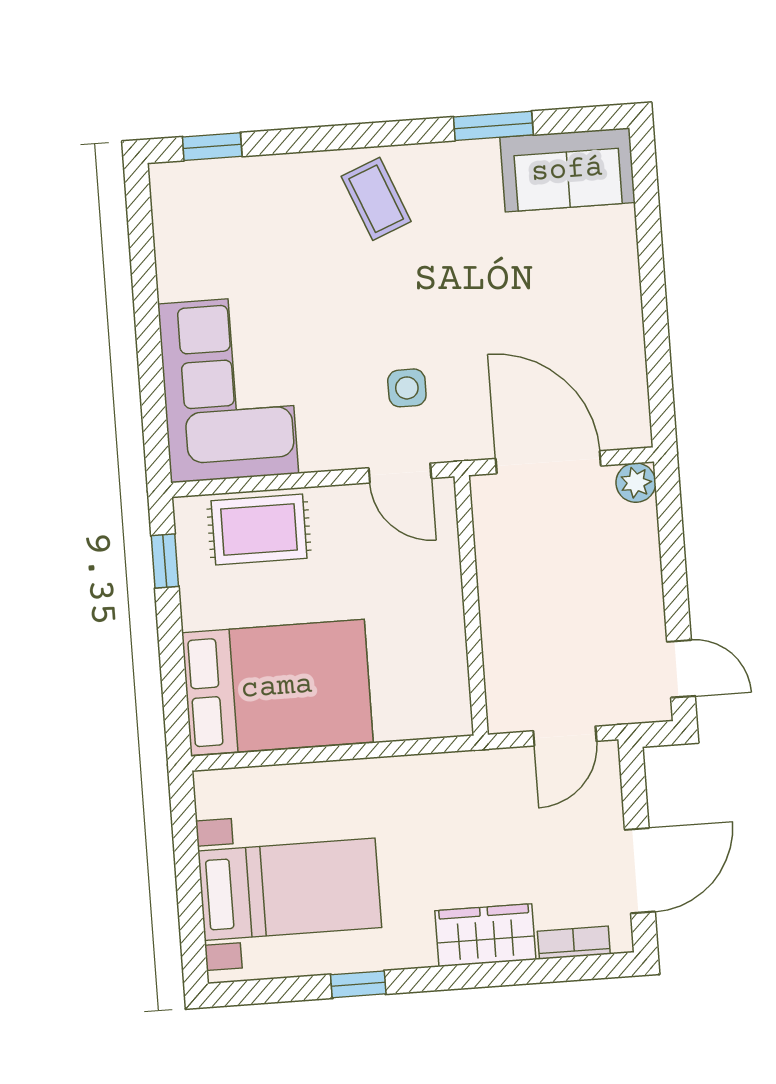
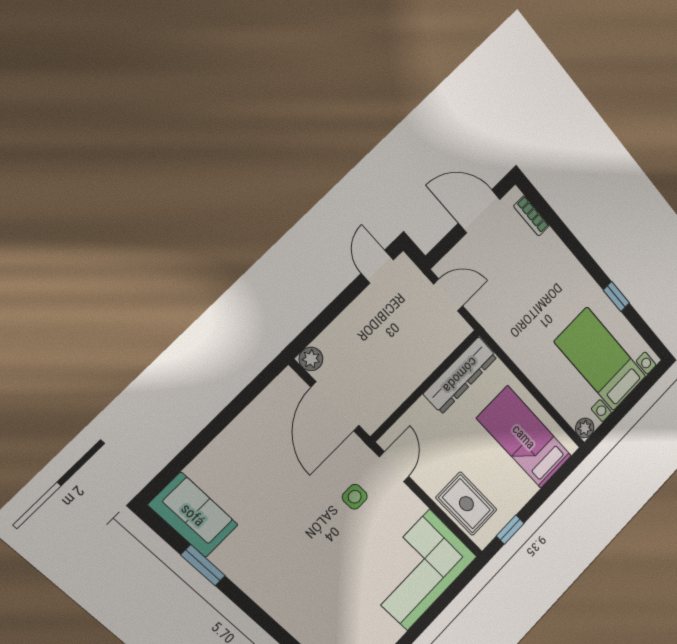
coffee table: (376, 199) -> (283, 585), removed
dresser: (443, 665) -> (460, 375), added
bed: (277, 687) -> (524, 437), width x0.67
plant: (211, 787) -> (585, 428), added
wardrobe: (485, 935) -> (557, 258), removed

